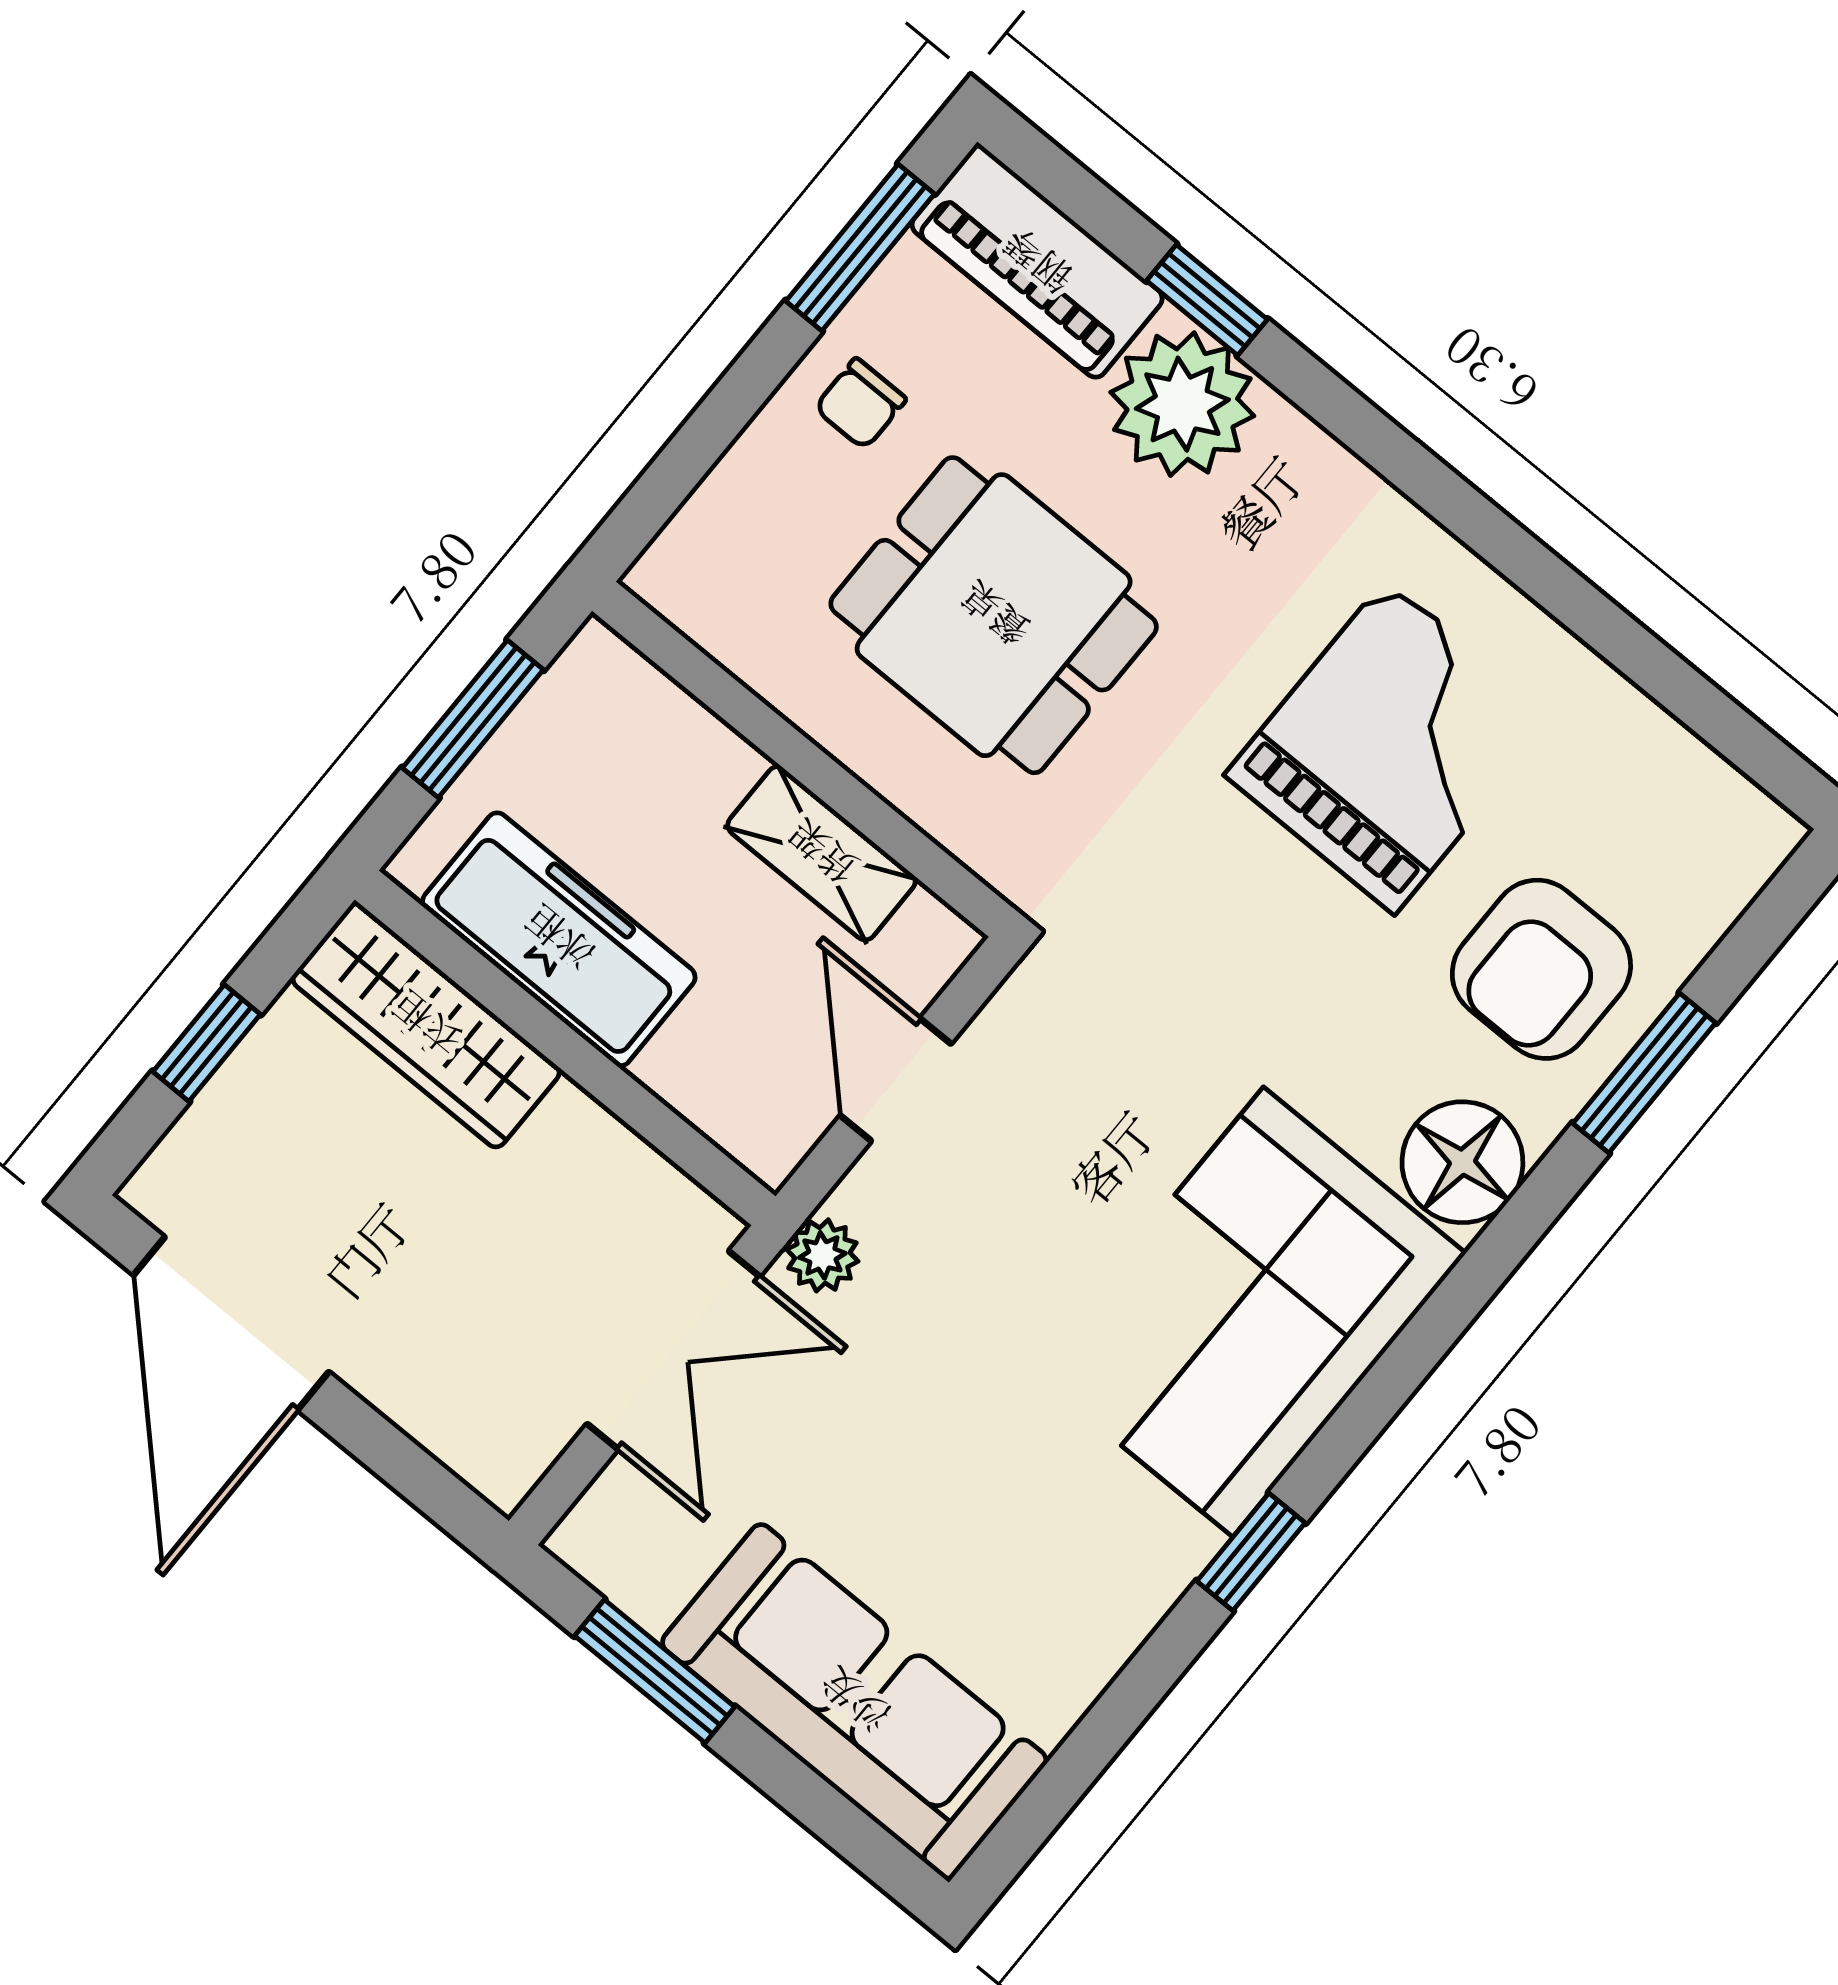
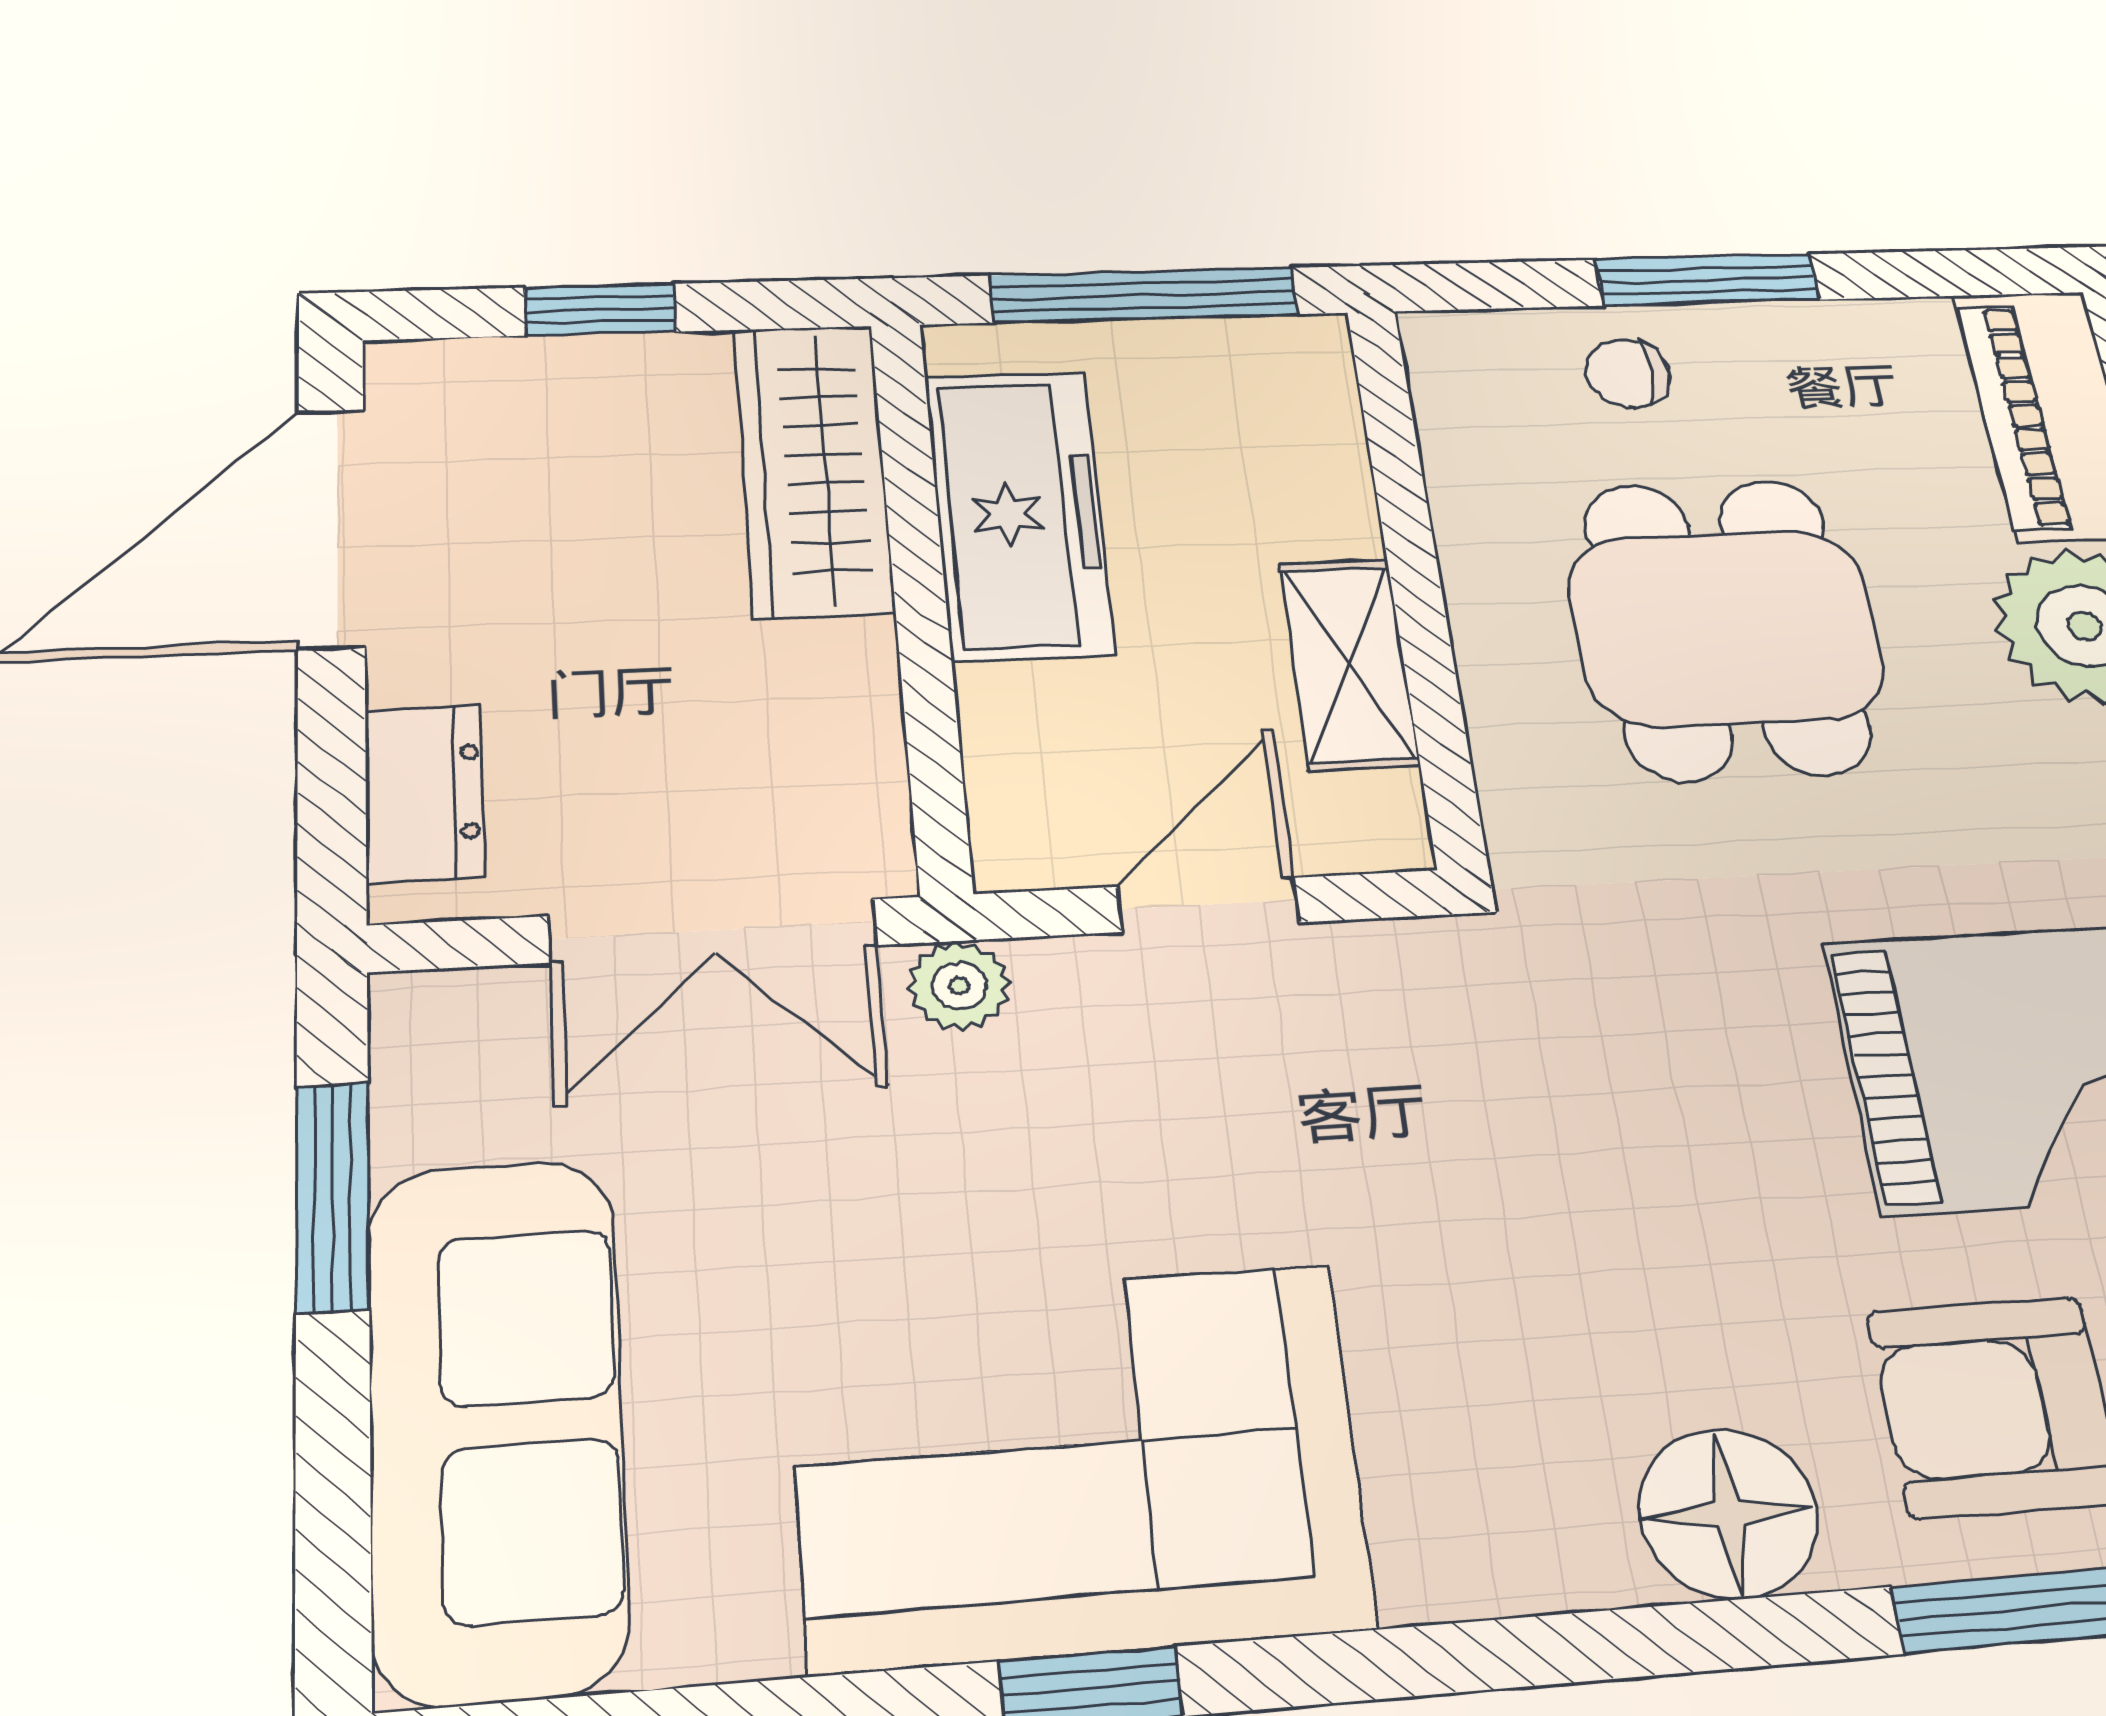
window: (860, 247) -> (1708, 280), moved
chair: (860, 404) -> (1627, 373), moved
window: (473, 719) -> (1144, 295), width x1.44
corner sofa: (1248, 1312) -> (1077, 1464), moved
dresser: (452, 1422) -> (424, 793), added

